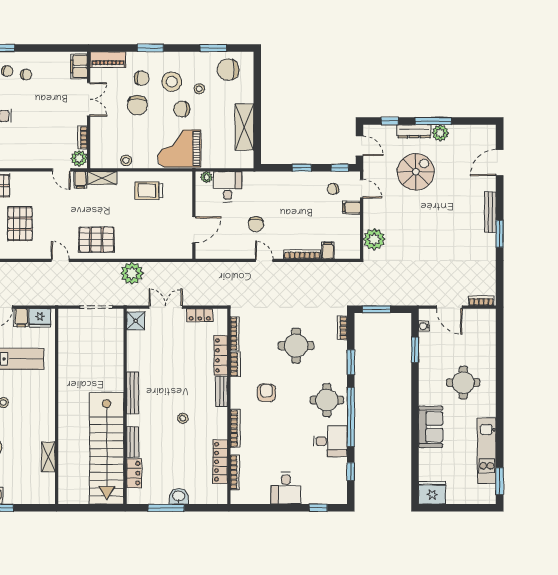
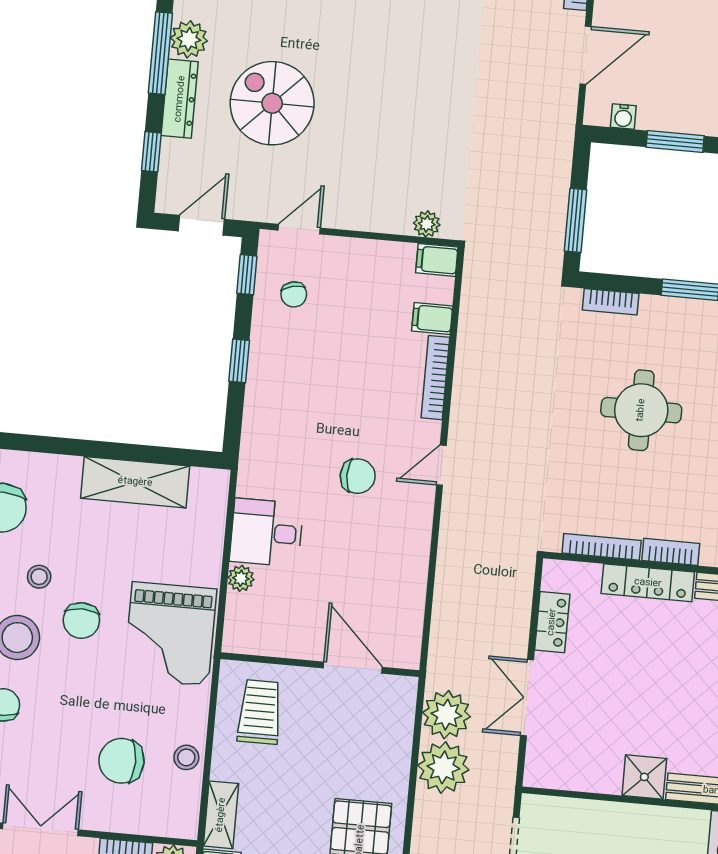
chair: (137, 105) -> (121, 761), moved, turned 180
trolley: (149, 191) -> (260, 712), turned 180
filing cabinet: (351, 208) -> (437, 260), moved, turned 90
wall: (194, 215) -> (320, 665), moved
door: (194, 230) -> (353, 668), moved
plant: (374, 239) -> (427, 224), width x0.53, depth x0.53
plant: (155, 273) -> (446, 715), added
shower: (136, 321) -> (644, 777), moved

